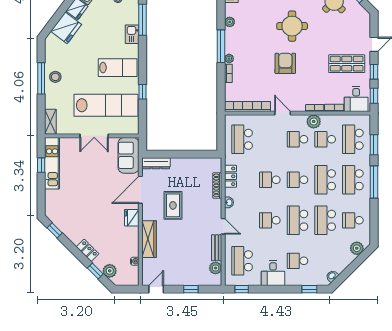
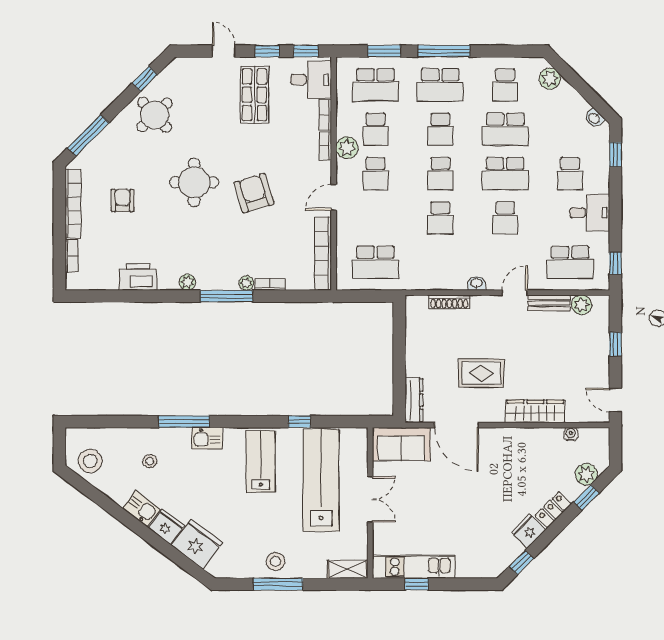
armchair: (285, 63) -> (254, 193), turned 73
locker: (231, 176) -> (435, 281), removed
school desk: (325, 180) -> (440, 129), width x0.54
fridge: (132, 218) -> (528, 531), moved, turned 135

